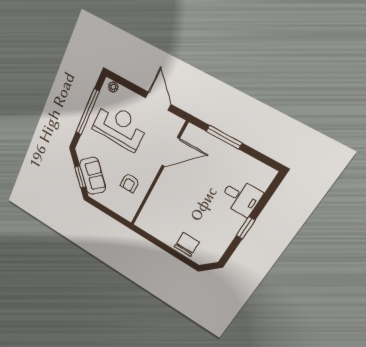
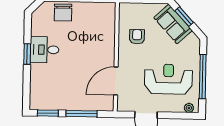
reception desk: (120, 127) -> (168, 79), turned 180
window: (260, 157) -> (48, 113), added
desk: (241, 197) -> (44, 50), moved

